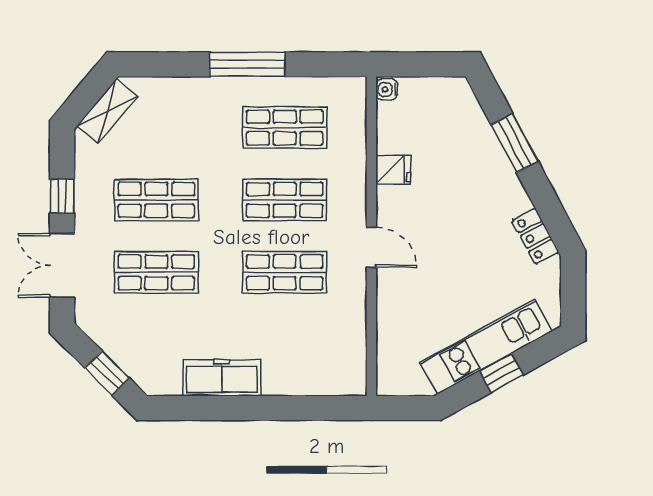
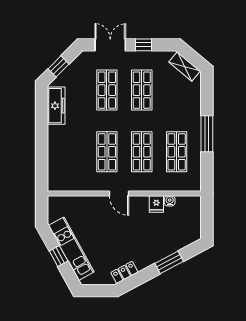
water cooler: (387, 89) -> (170, 201), moved
door: (371, 247) -> (119, 194), hinge flipped
freezer: (222, 378) -> (56, 106), moved

